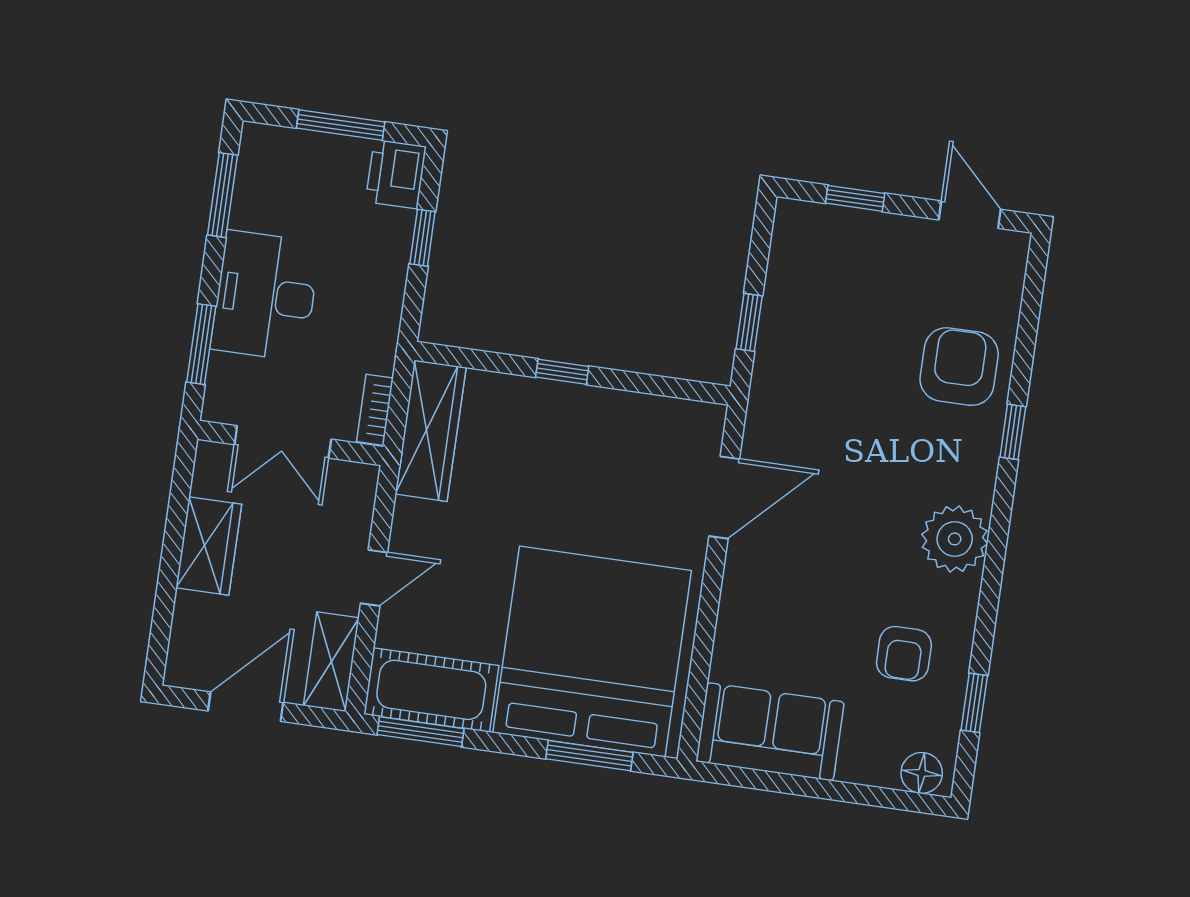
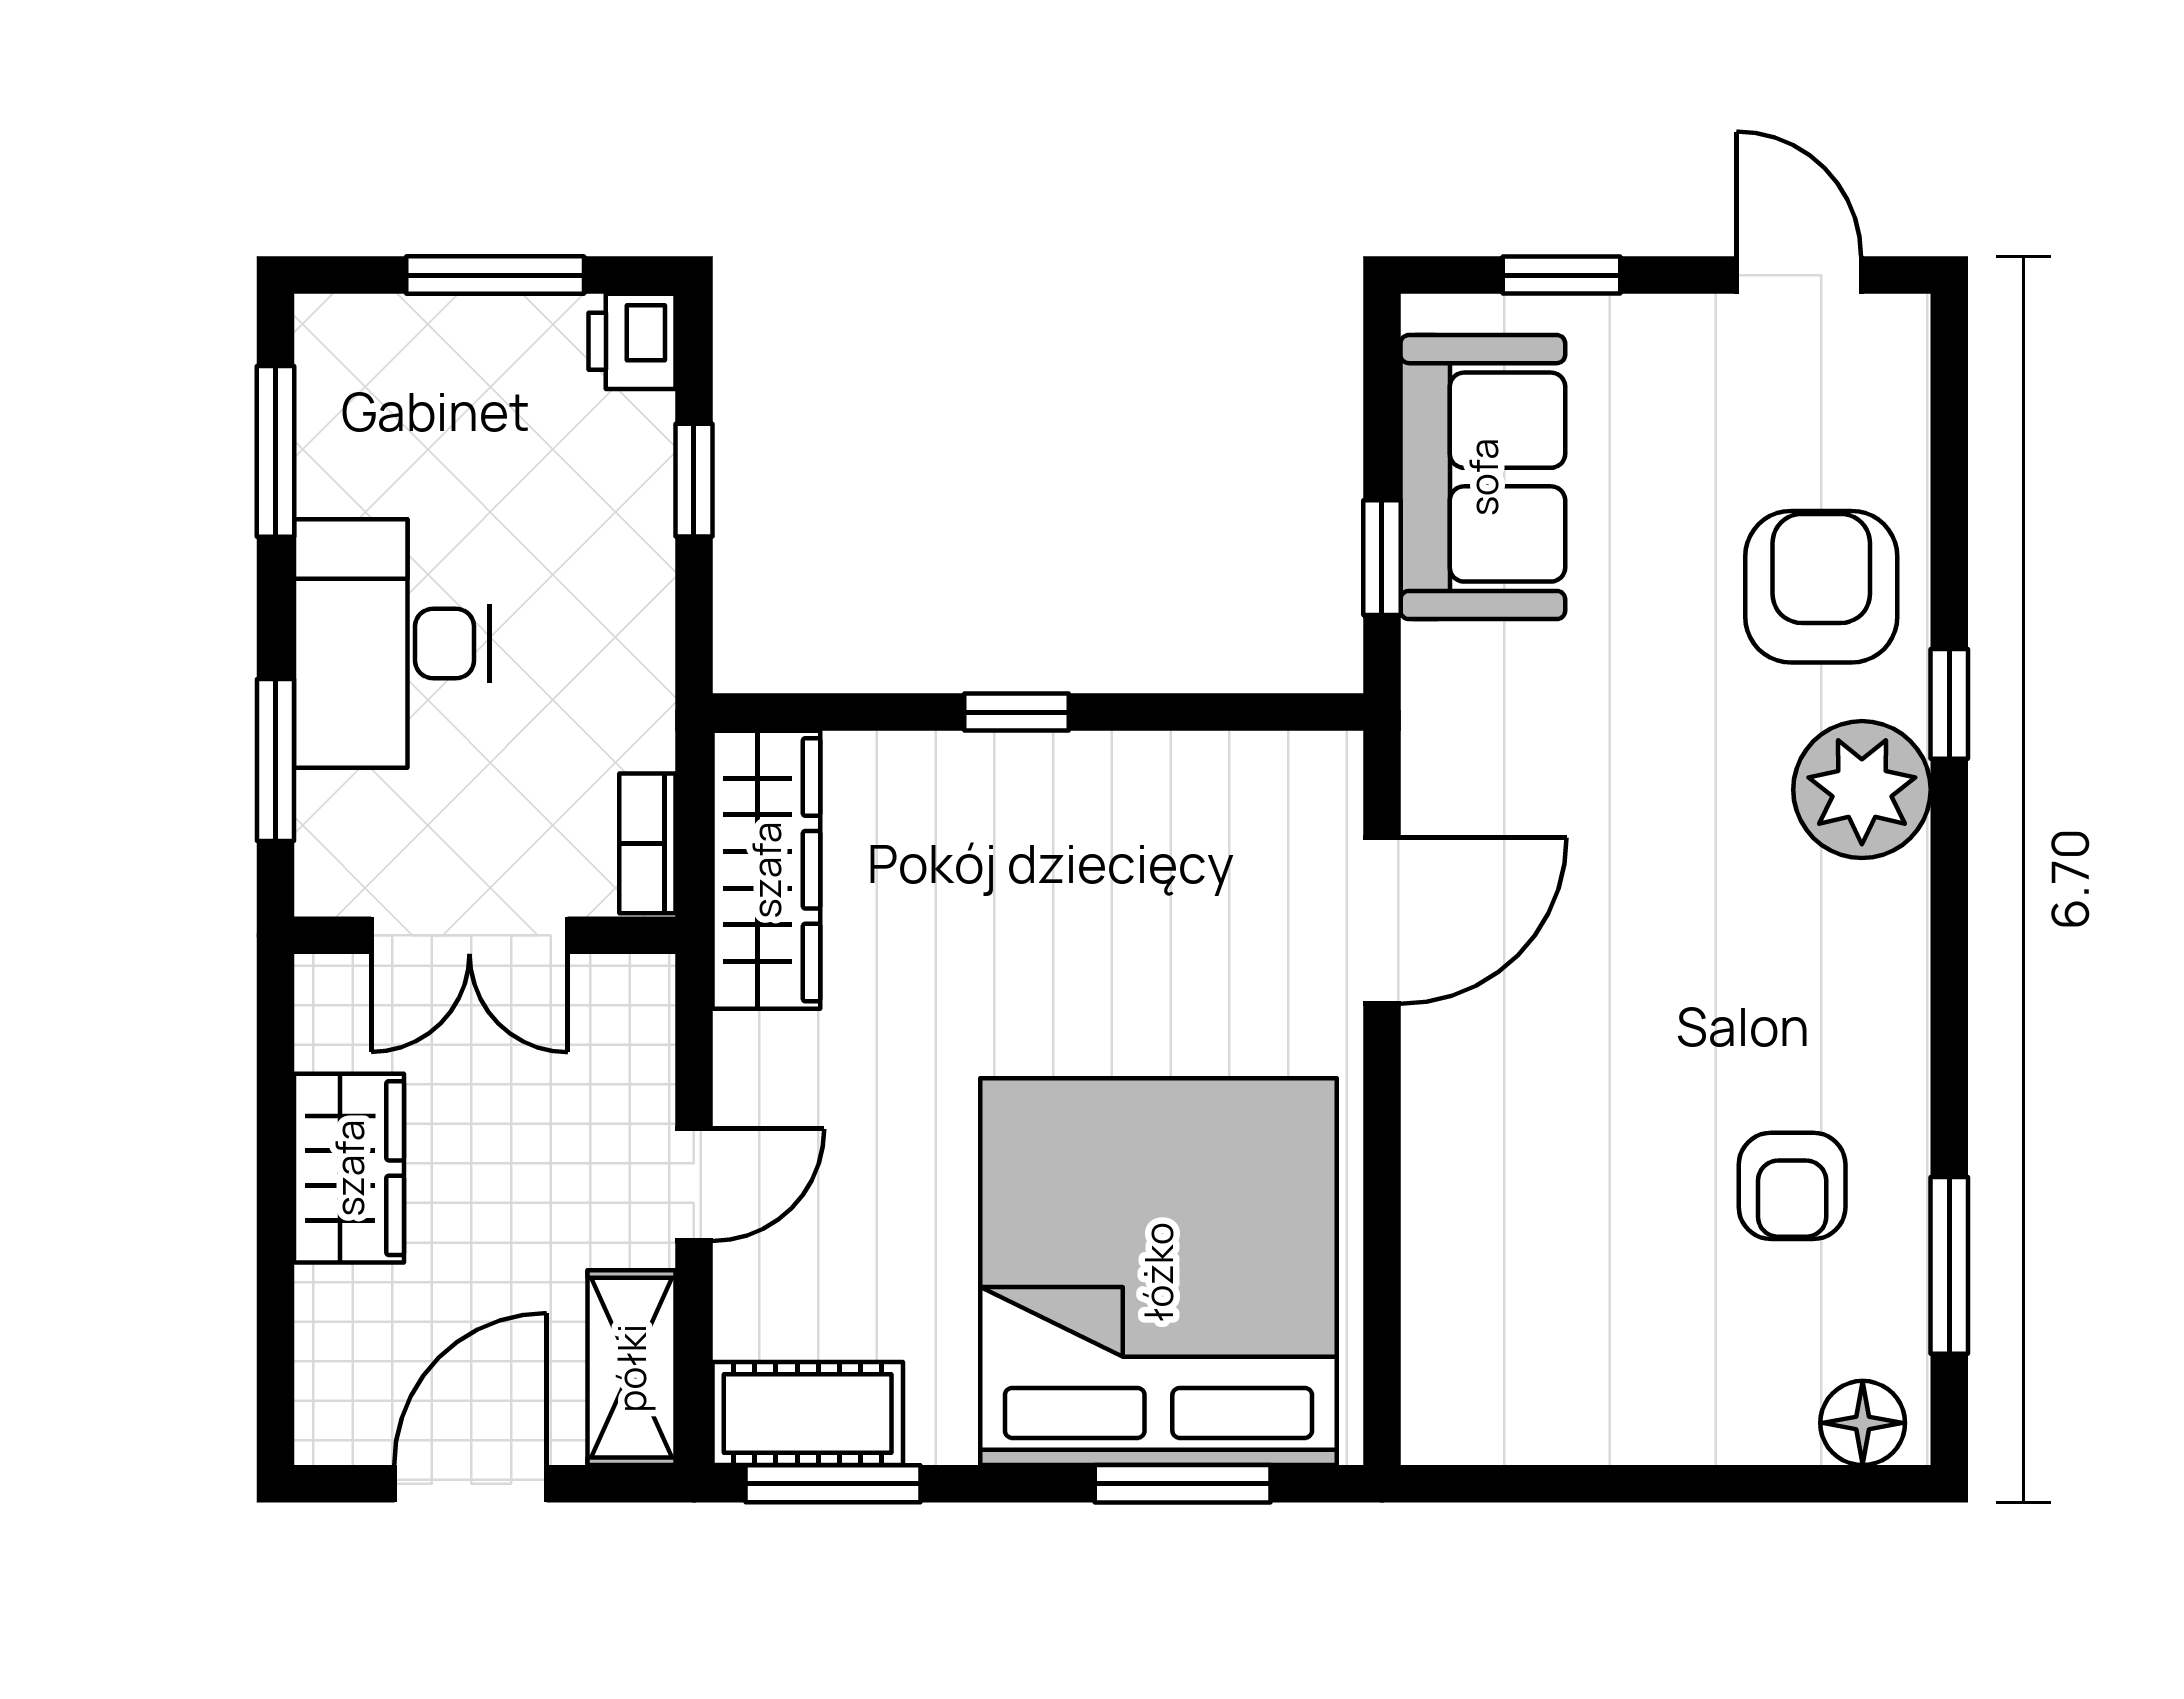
printer: (396, 174) -> (632, 341), width x0.73, depth x0.81
plant: (955, 539) -> (1862, 790), moved
cot: (431, 690) -> (808, 1413), width x0.73, depth x0.75
window: (974, 703) -> (1949, 1265), width x1.50
sofa: (770, 732) -> (1483, 477), moved, turned 90

